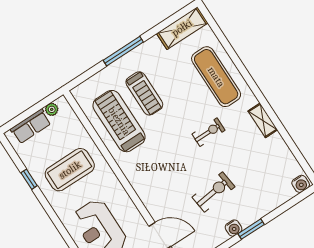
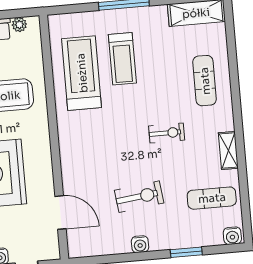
exercise mat: (216, 77) -> (205, 81), width x0.73, depth x0.69
exercise mat: (269, 163) -> (212, 198), added
window: (251, 229) -> (186, 252), moved

